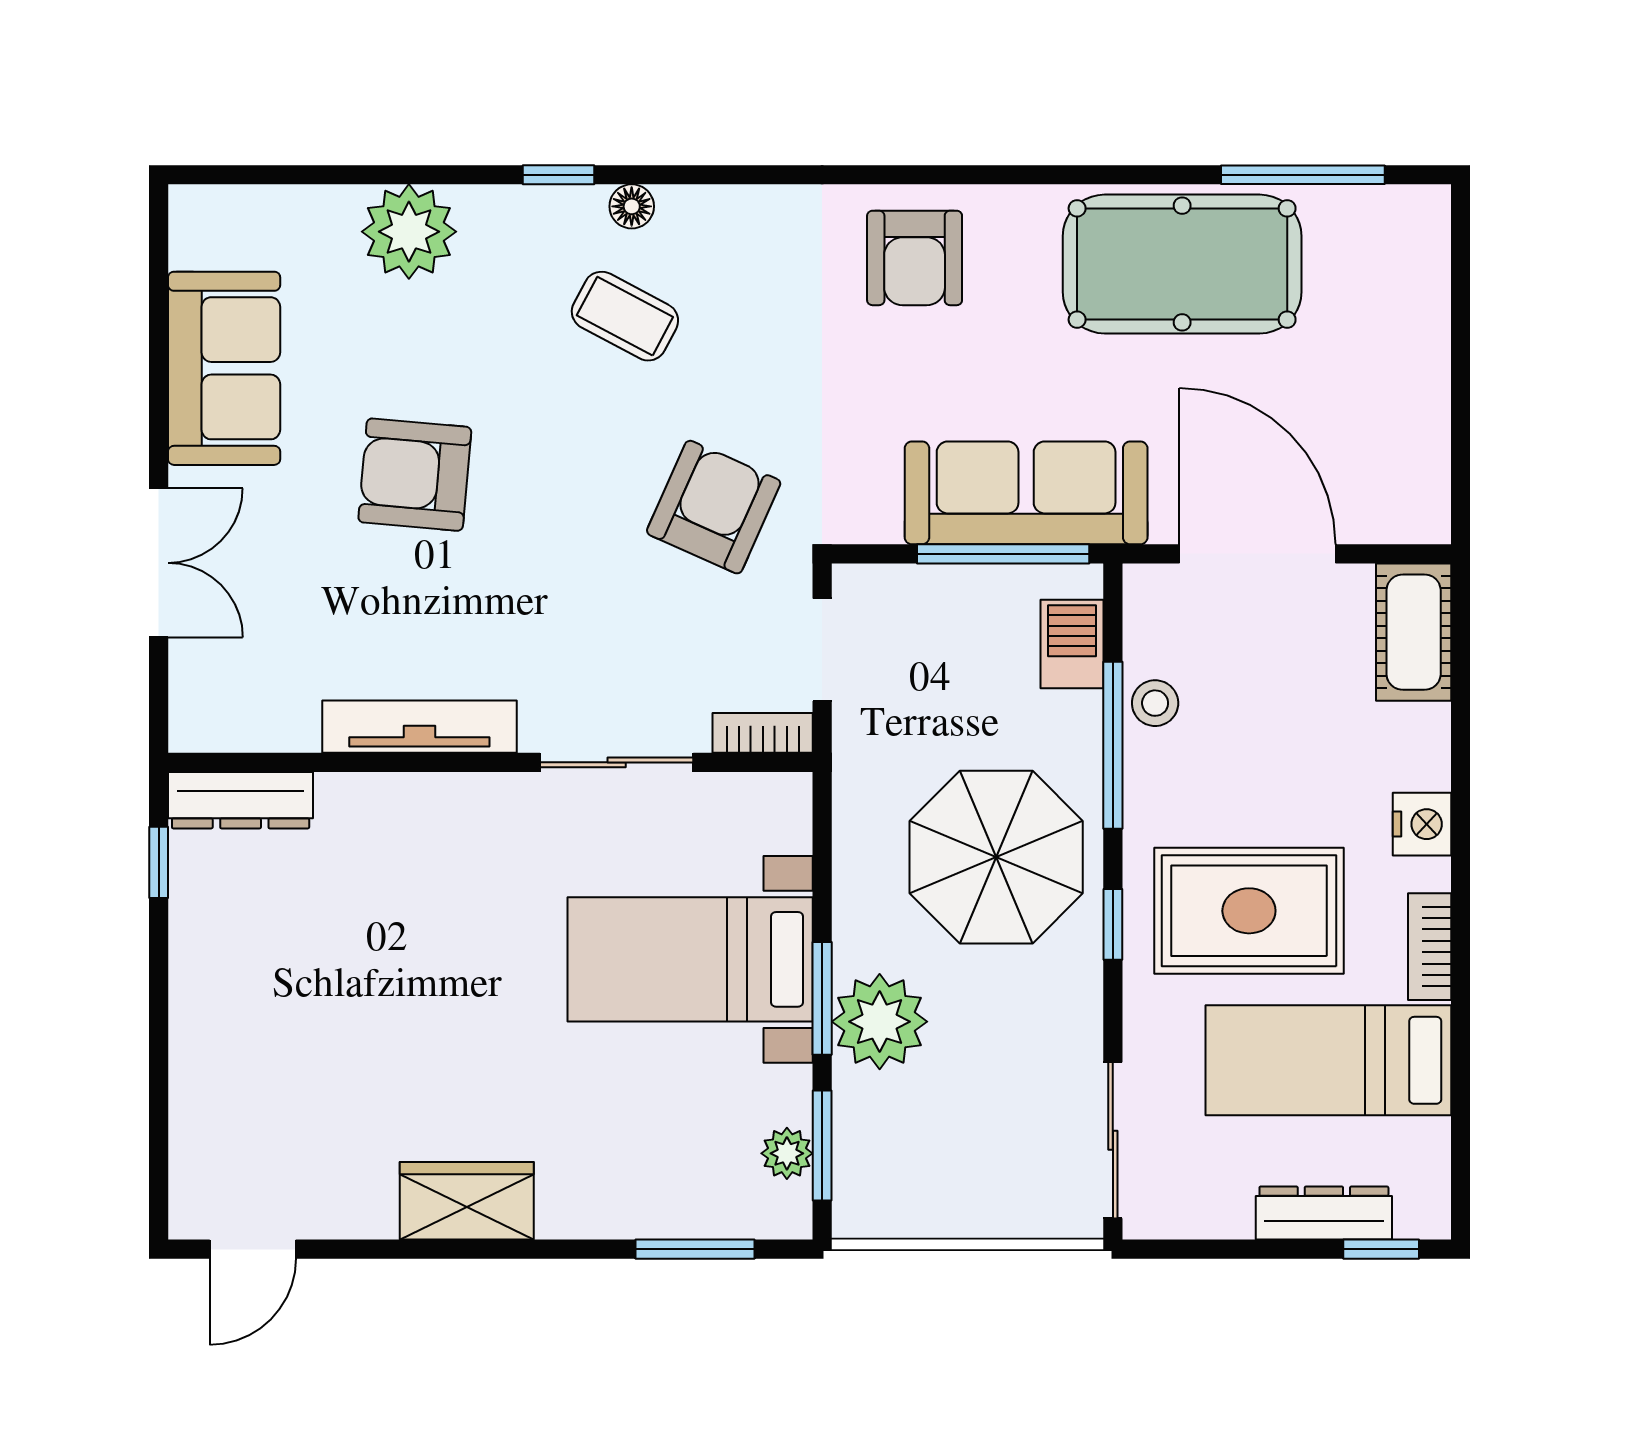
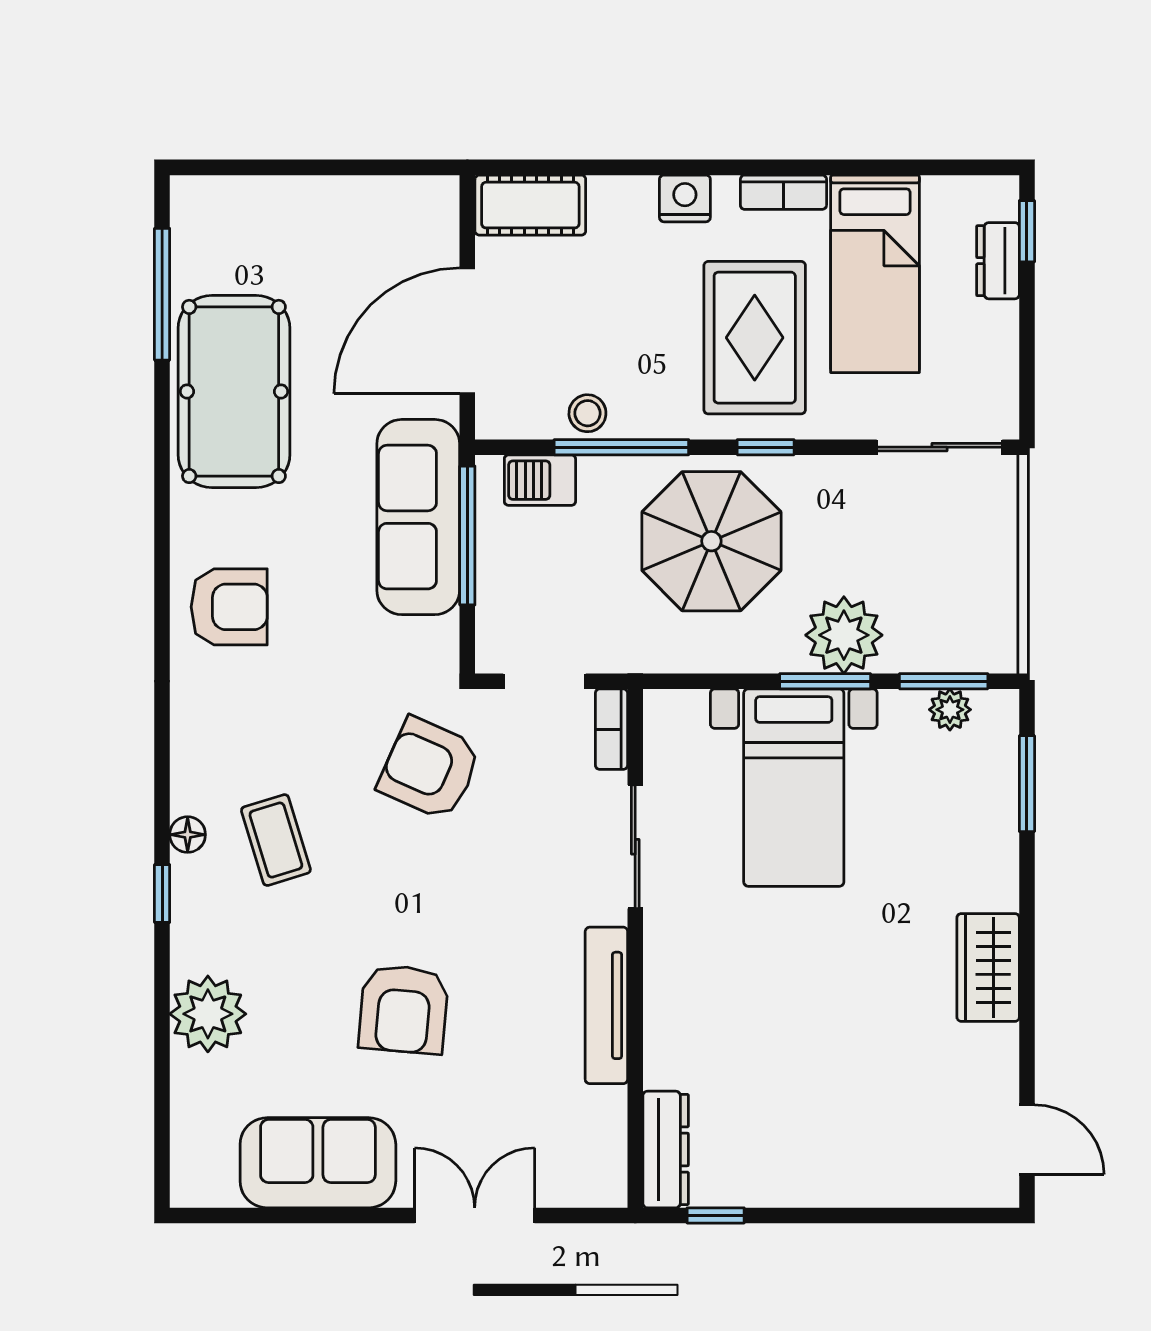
coffee table: (625, 316) -> (276, 840), turned -45
dresser: (1324, 1213) -> (998, 261), width x0.70

